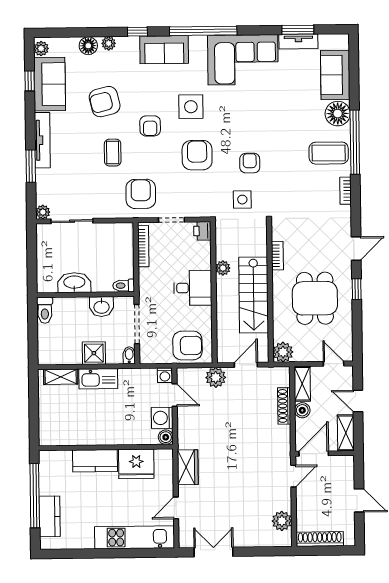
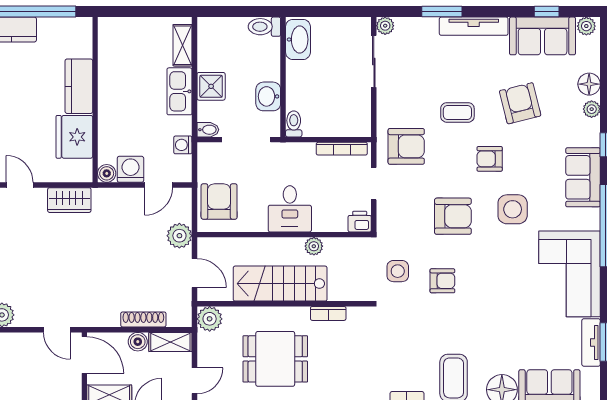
washbasin: (74, 283) -> (298, 39), moved
armchair: (187, 346) -> (219, 201), turned 180
washing machine: (165, 375) -> (183, 145), moved

